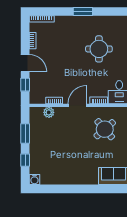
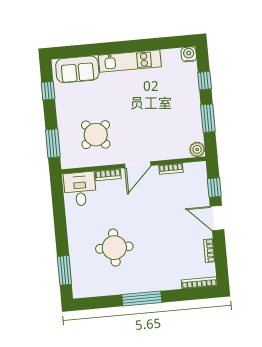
window: (83, 11) -> (142, 299), width x1.44
plant: (49, 112) -> (197, 149), moved
kitchen unit: (76, 179) -> (130, 61), added

